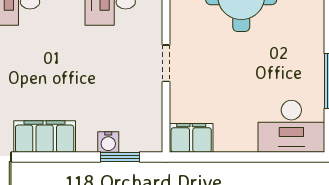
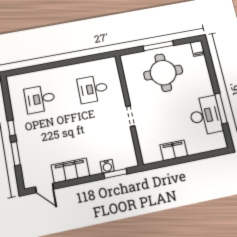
desk: (291, 126) -> (205, 116), moved, turned -90
filing cabinet: (191, 138) -> (174, 150), moved

